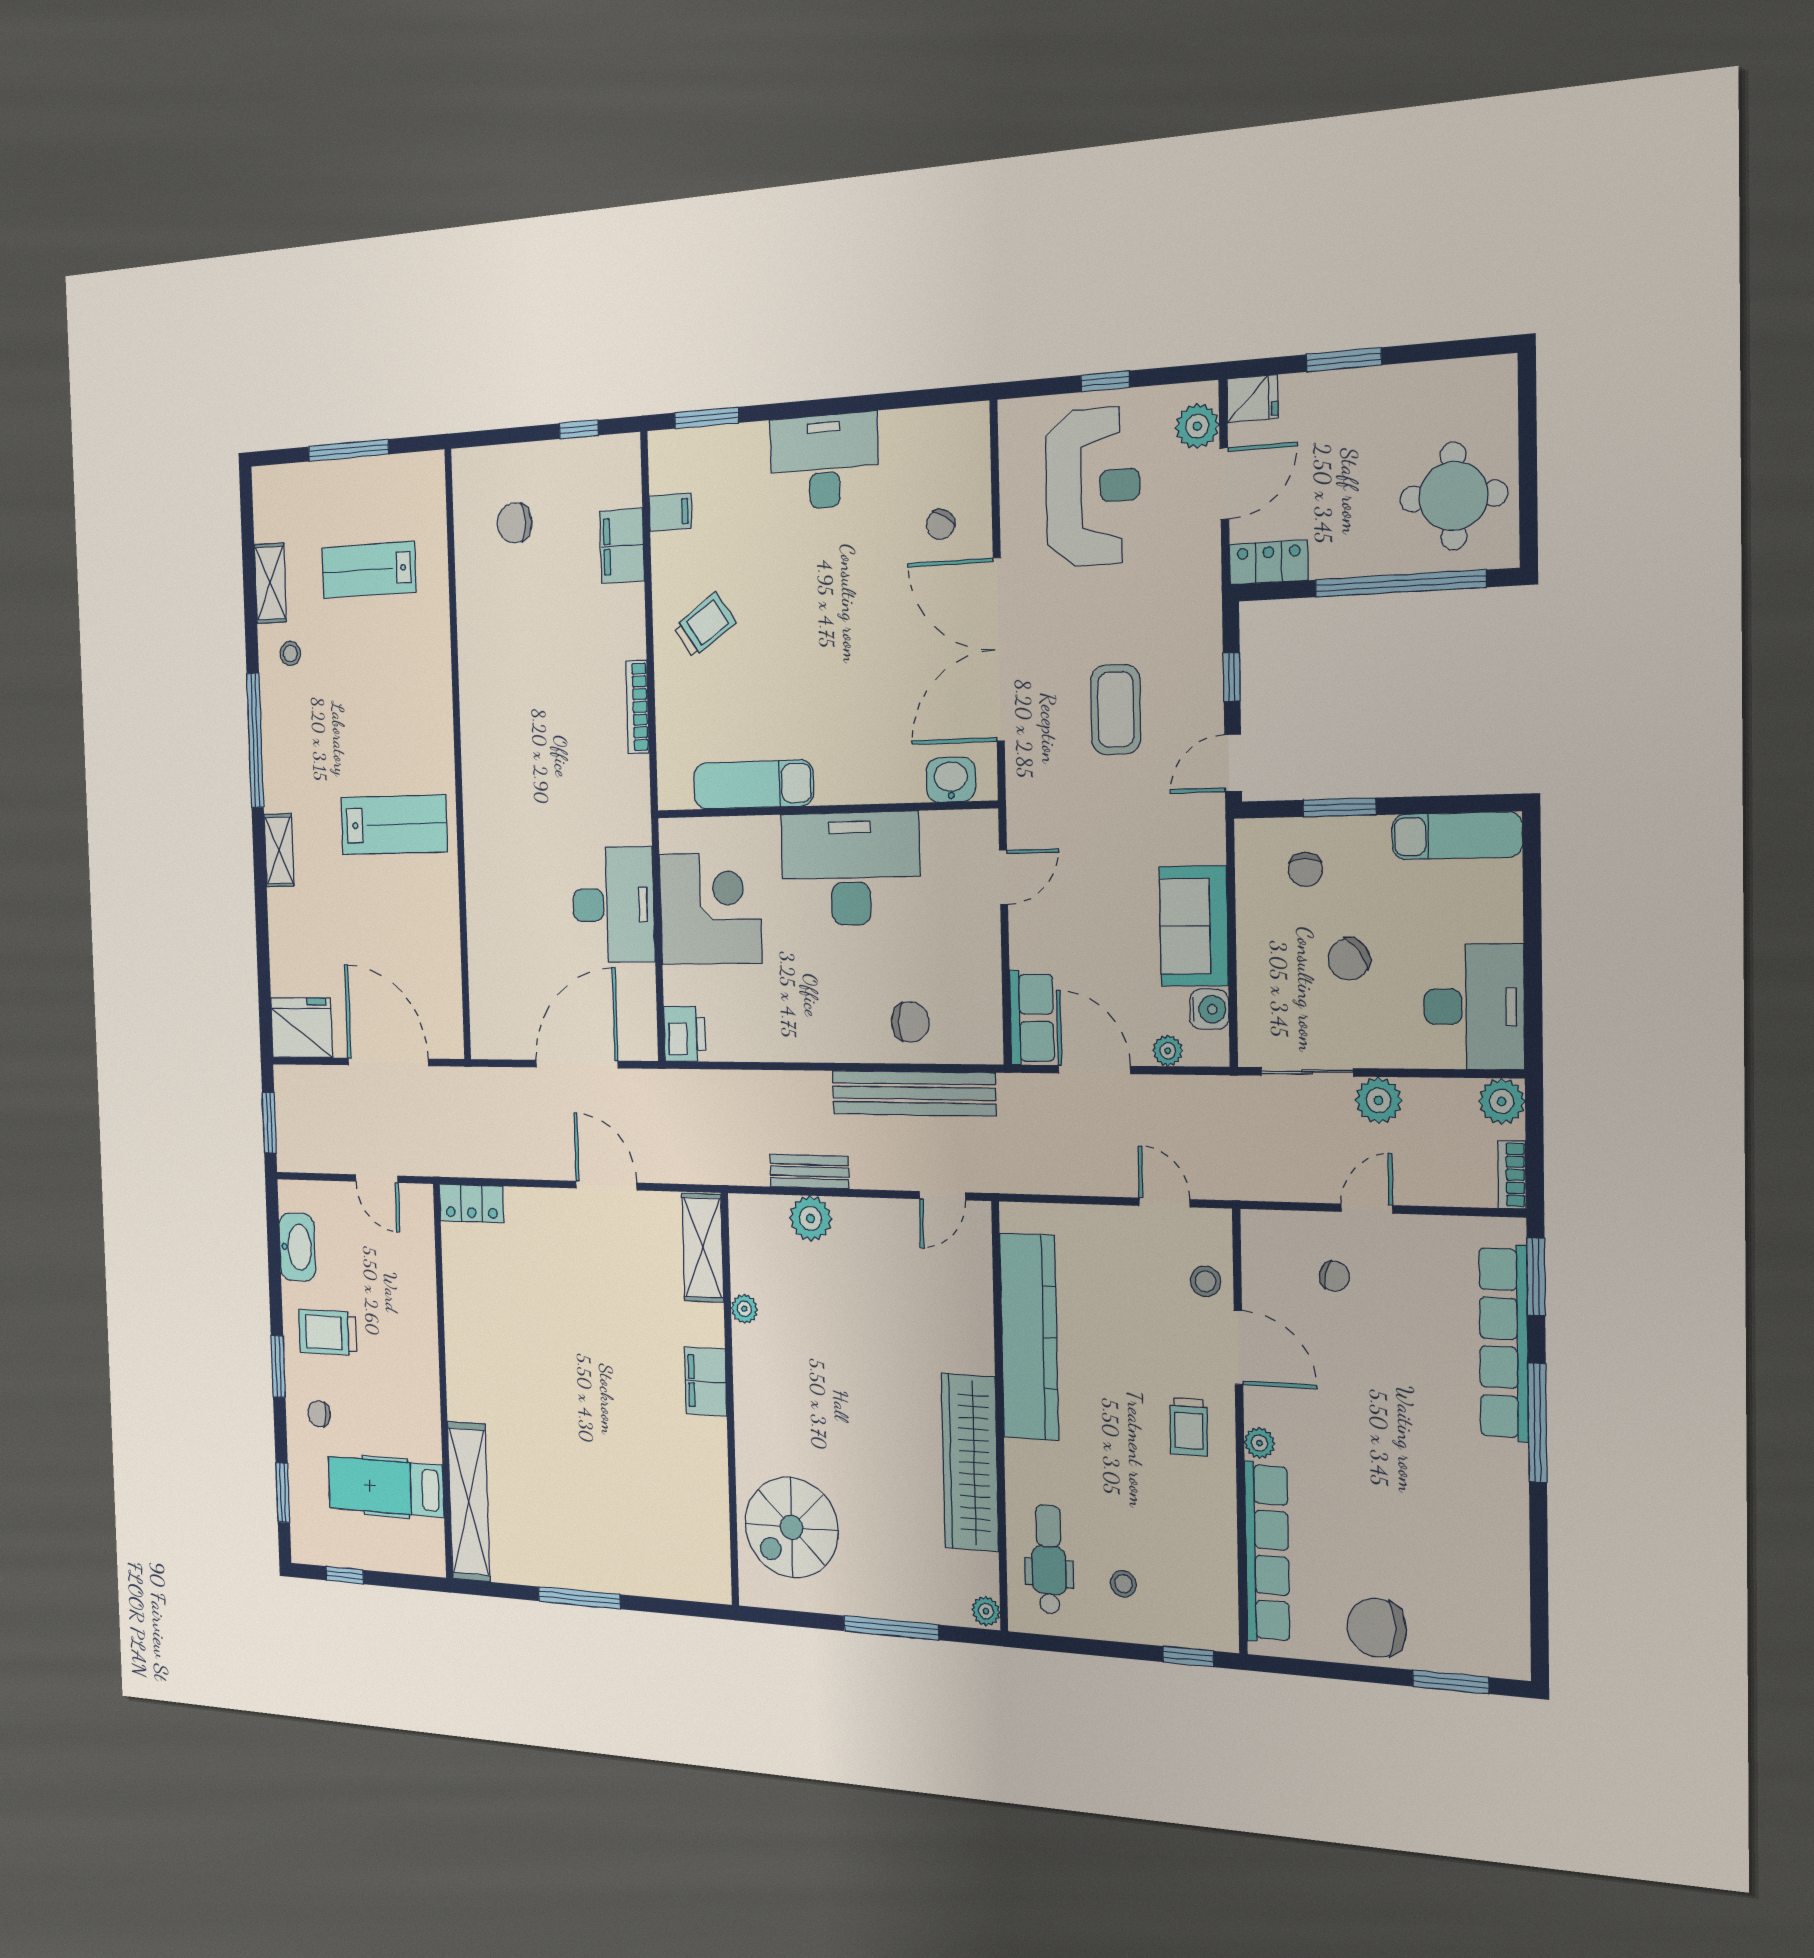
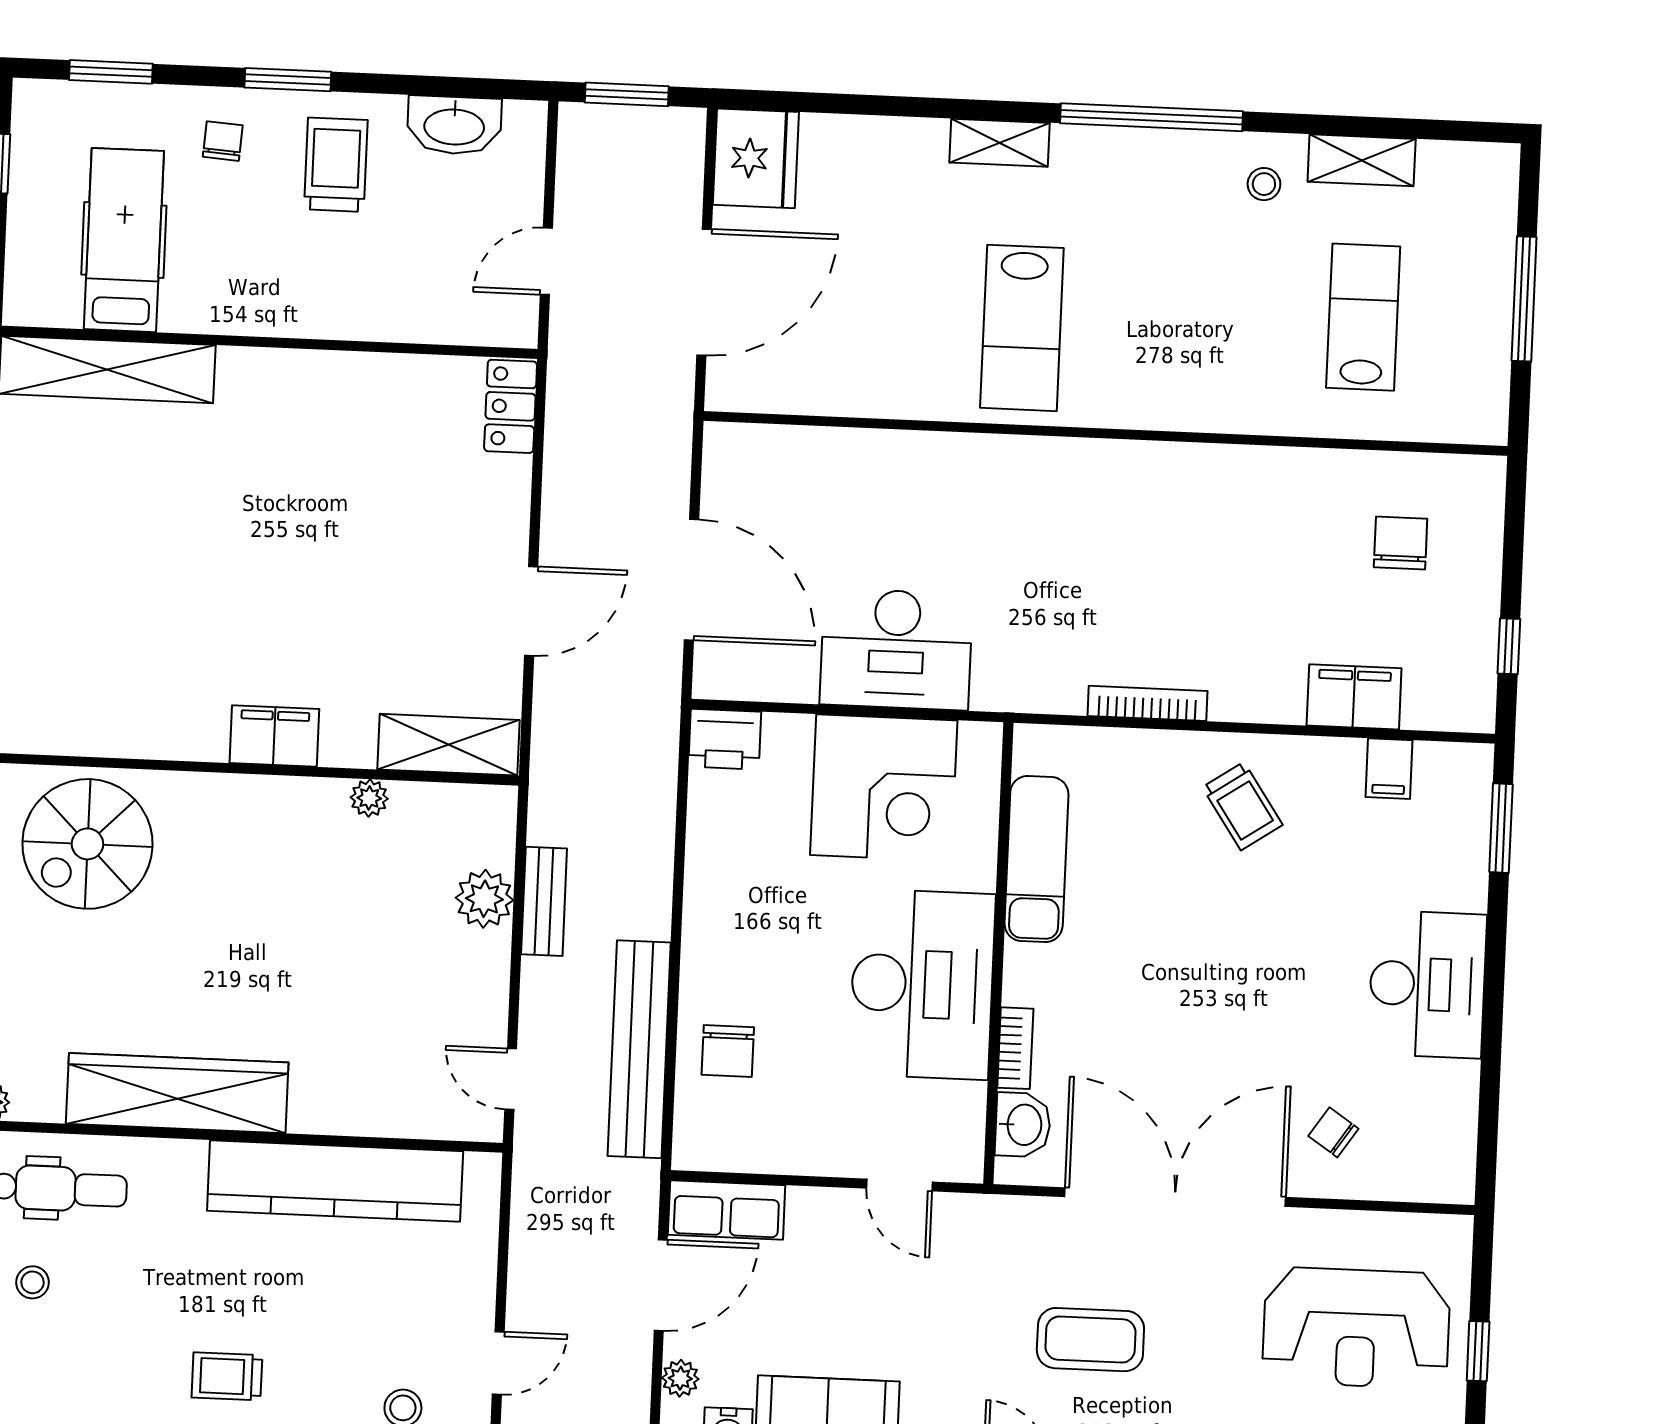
bookcase: (893, 790) -> (1015, 1048), added
spiral stairs: (791, 1527) -> (87, 844), turned -90

